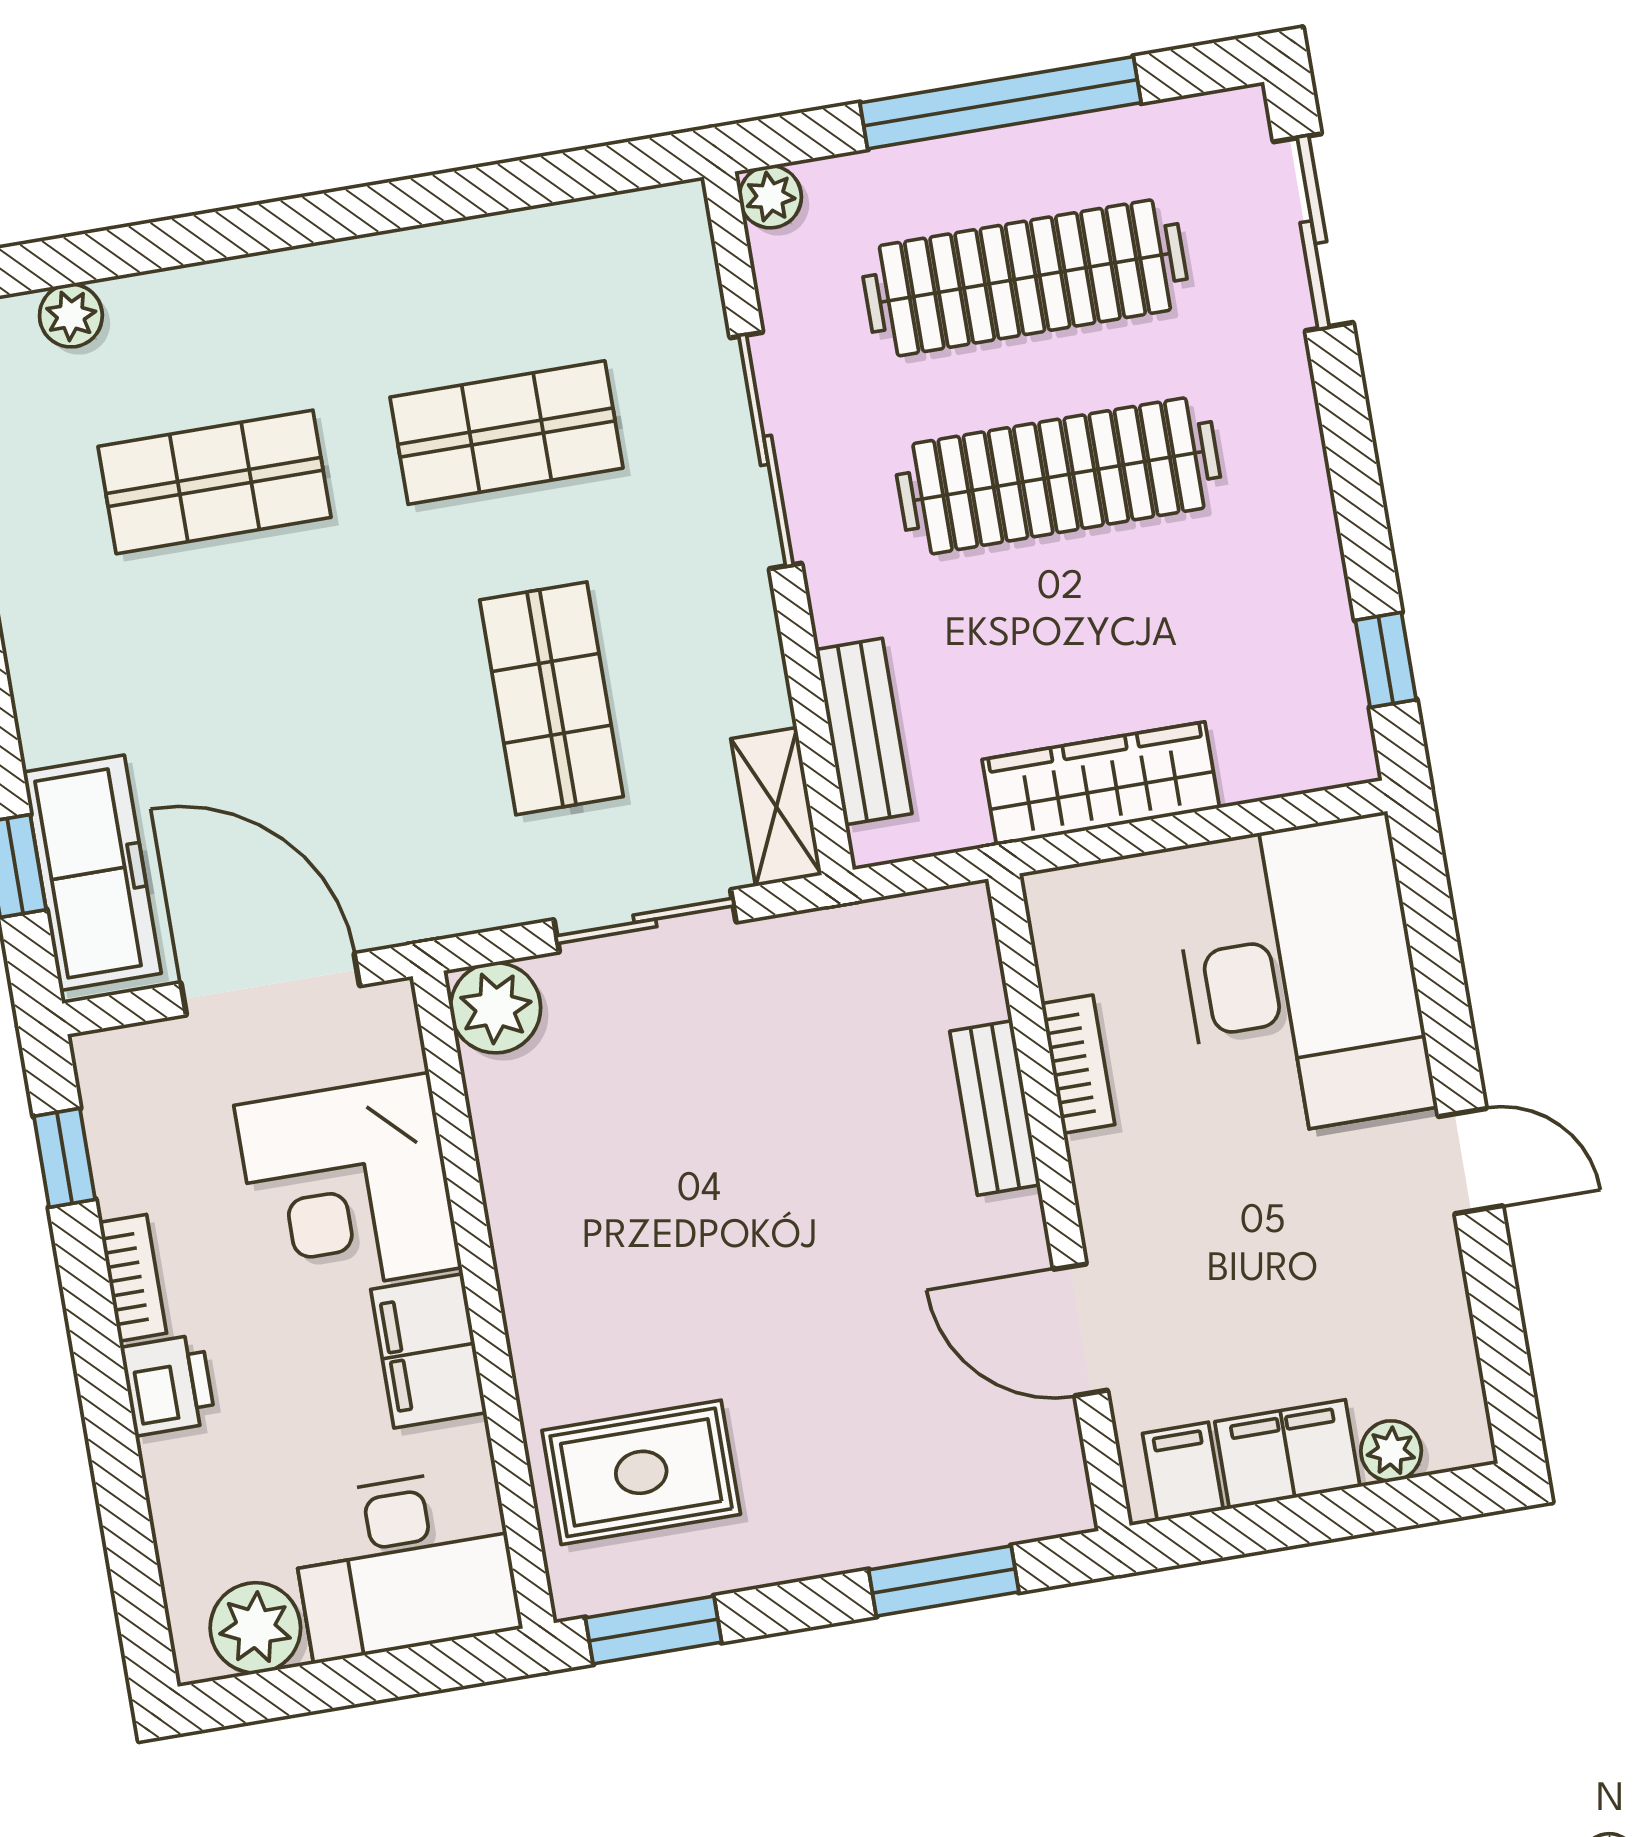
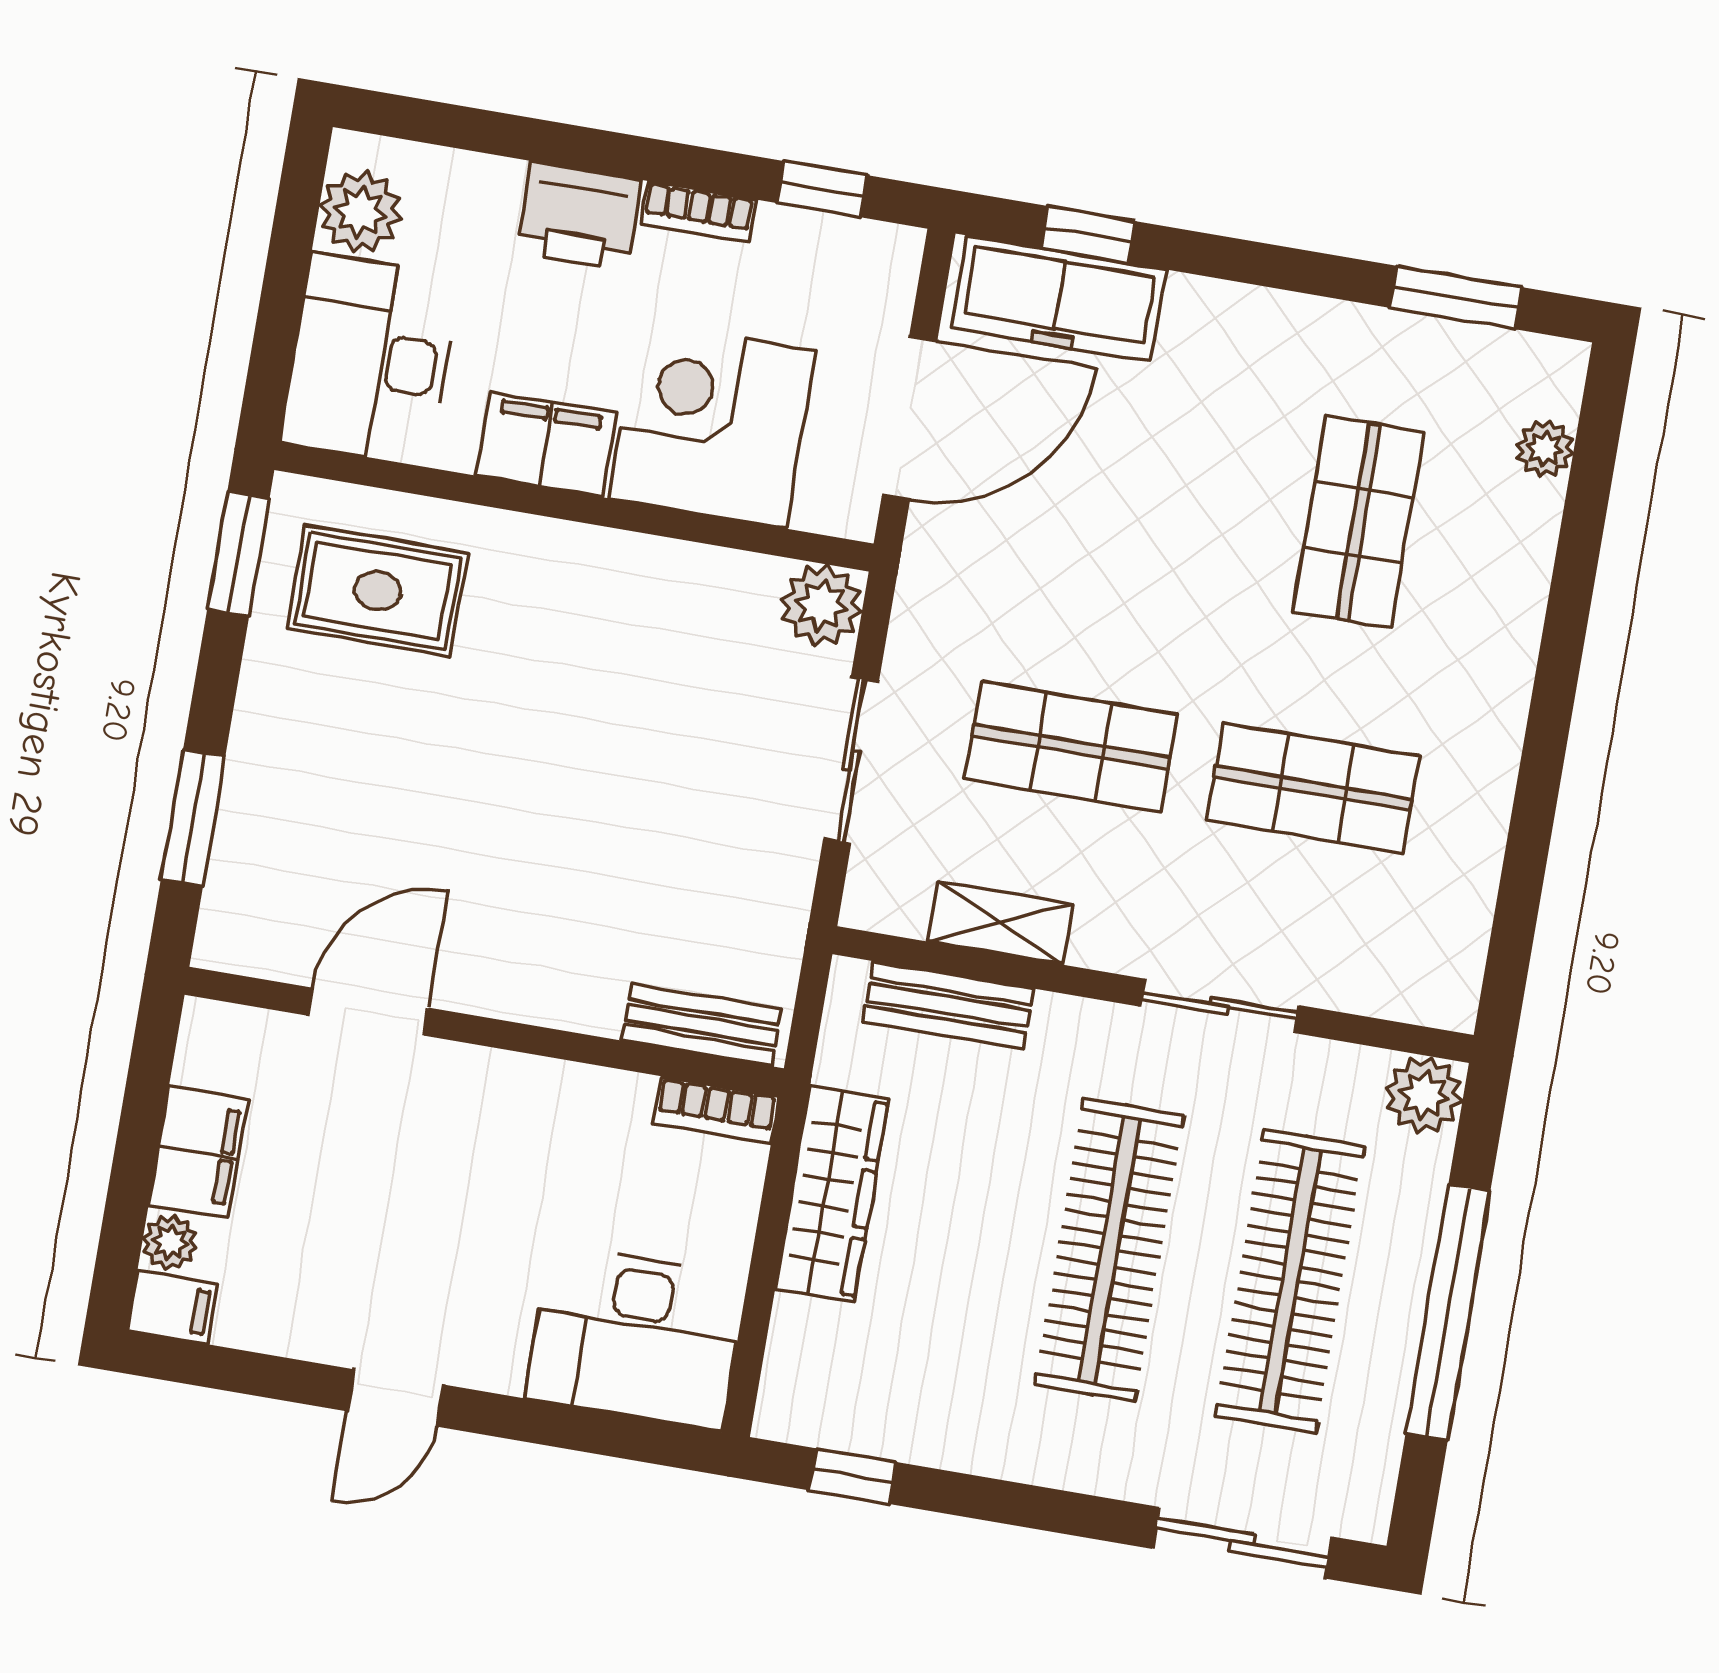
plant: (770, 197) -> (1424, 1095), width x1.38, depth x1.38
shop shelf: (506, 433) -> (1313, 788), turned 90
sliding door: (766, 450) -> (1219, 1006), width x0.73
shelving: (776, 807) -> (1000, 923), moved
desk: (1302, 978) -> (636, 1338), width x0.73, depth x0.77
bookcase: (1078, 1064) -> (716, 1110), moved
bench: (995, 1108) -> (702, 1025), moved
printer: (168, 1385) -> (579, 216), width x1.36, depth x1.24
rug: (641, 1472) -> (378, 591), turned 90
filing cabinet: (1183, 1472) -> (172, 1307), moved

